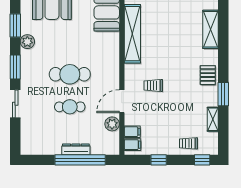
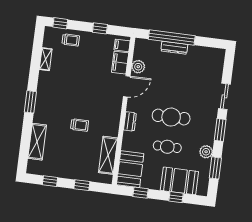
shelving: (132, 34) -> (108, 155), width x0.68
dresser: (114, 64) -> (130, 121), added
pallet: (208, 75) -> (45, 100), removed
trolley: (153, 85) -> (80, 125), moved
window: (223, 94) -> (30, 102), moved
cafe table: (70, 107) -> (167, 147), moved
filing cabinet: (132, 132) -> (120, 63), width x2.00

